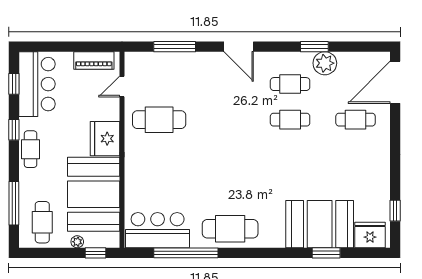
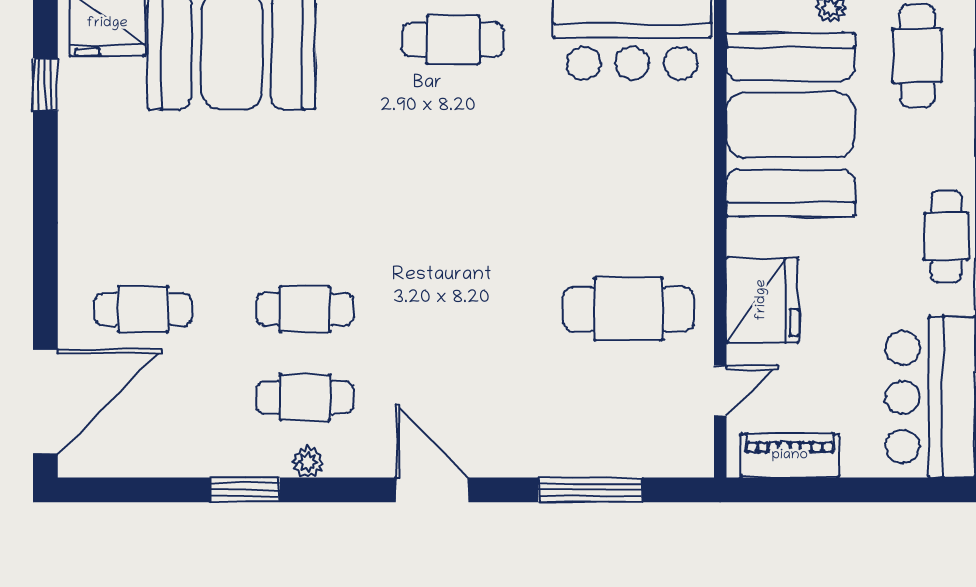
plant: (325, 63) -> (308, 462), moved, width x0.53, depth x0.53
fridge: (105, 139) -> (762, 300), moved
cafe table: (230, 229) -> (453, 40), width x0.73, depth x0.74

